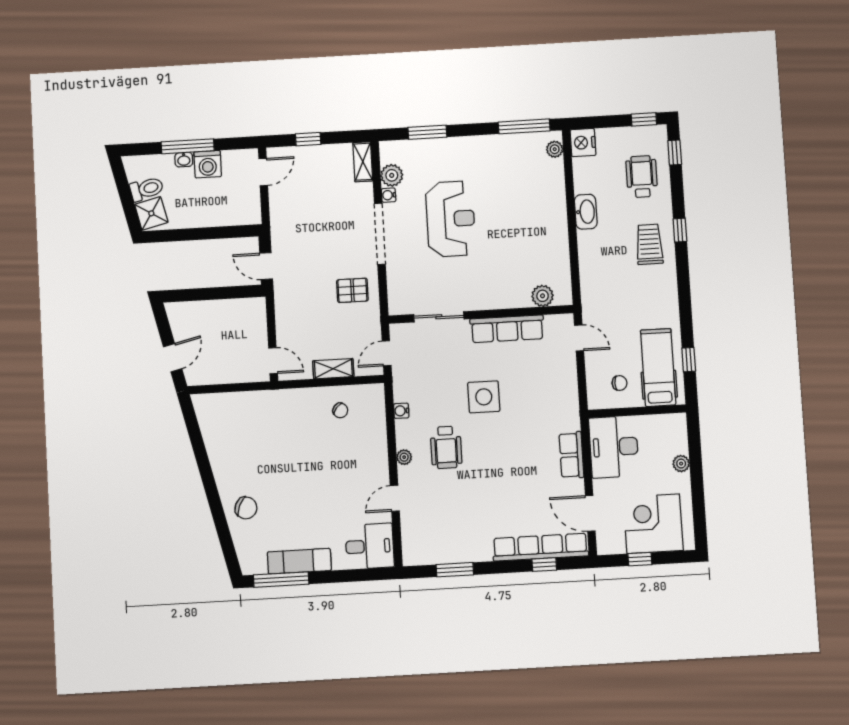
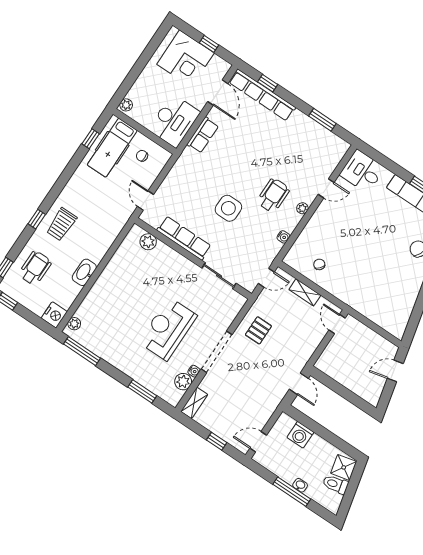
washing machine: (208, 164) -> (300, 435), moved, turned 180
wheelchair: (642, 177) -> (35, 268), turned 180
pallet: (352, 290) -> (258, 330), turned 90
plant: (681, 464) -> (126, 105), moved

